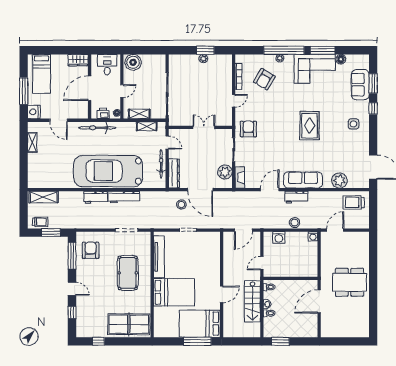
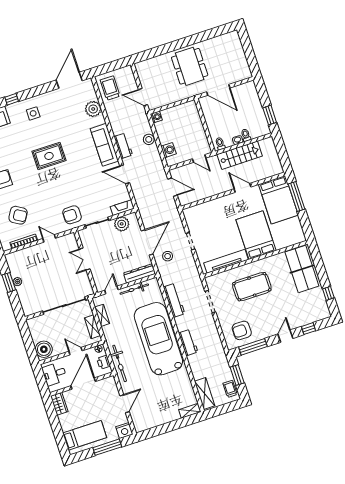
door: (90, 88) -> (83, 384), swing flipped
shelving: (32, 142) -> (190, 411), moved
car: (108, 171) -> (158, 339), turned 180
workbench: (124, 197) -> (174, 300), moved
trolley: (354, 202) -> (110, 88), turned 180

